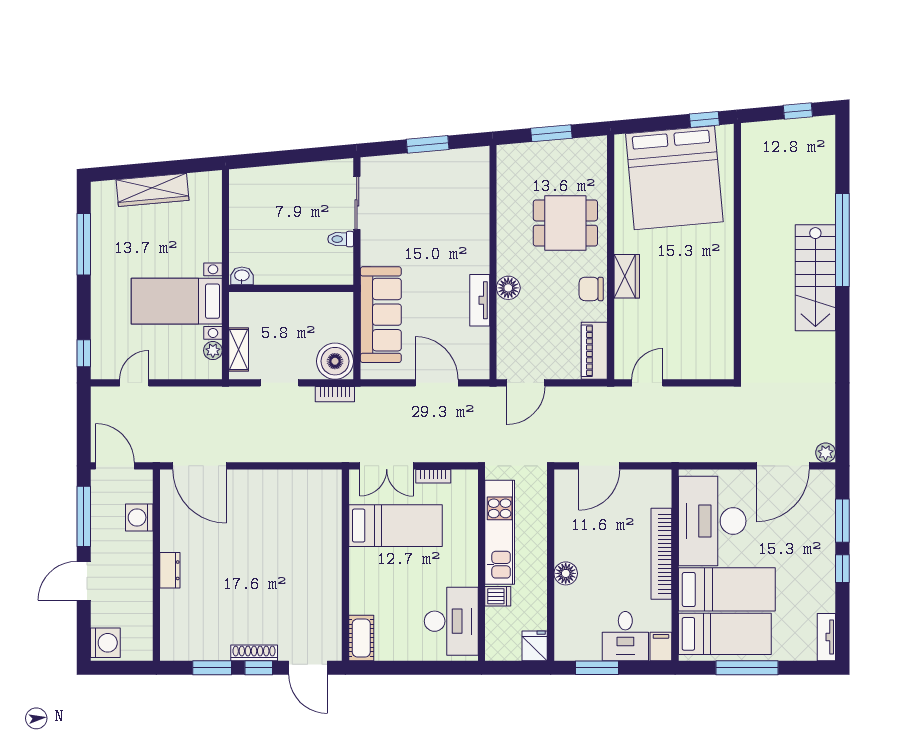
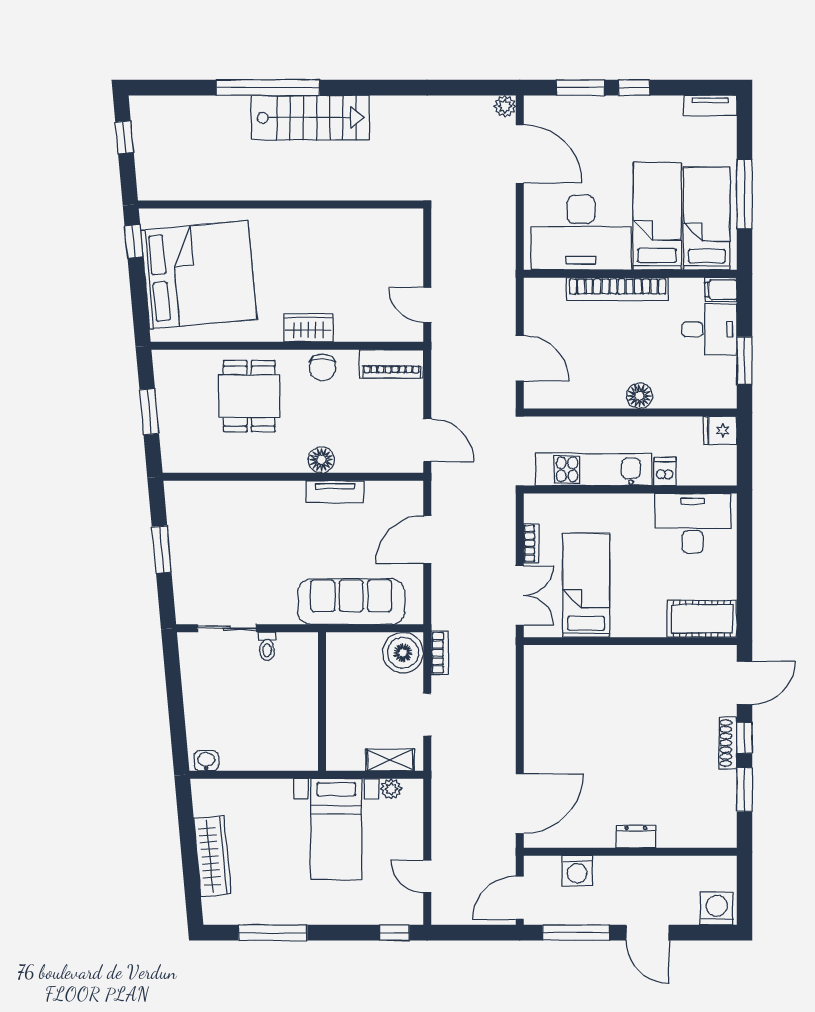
washbasin: (242, 276) -> (206, 761), moved, turned 90
cot: (361, 638) -> (702, 619), width x1.37, depth x1.34

